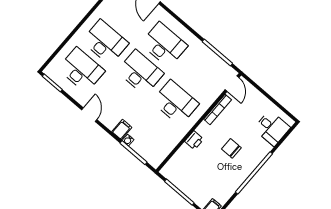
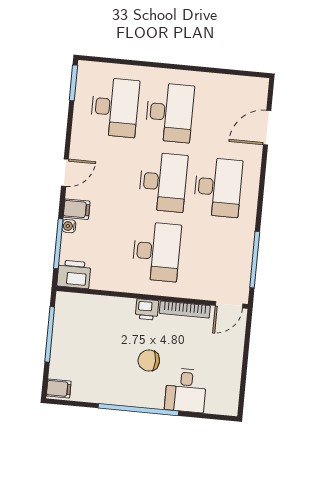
door: (89, 115) -> (65, 173), moved
desk: (272, 128) -> (186, 390), moved
printer: (194, 140) -> (147, 309), moved
chair: (231, 148) -> (149, 361), turned -90
printer: (156, 156) -> (74, 274), added

